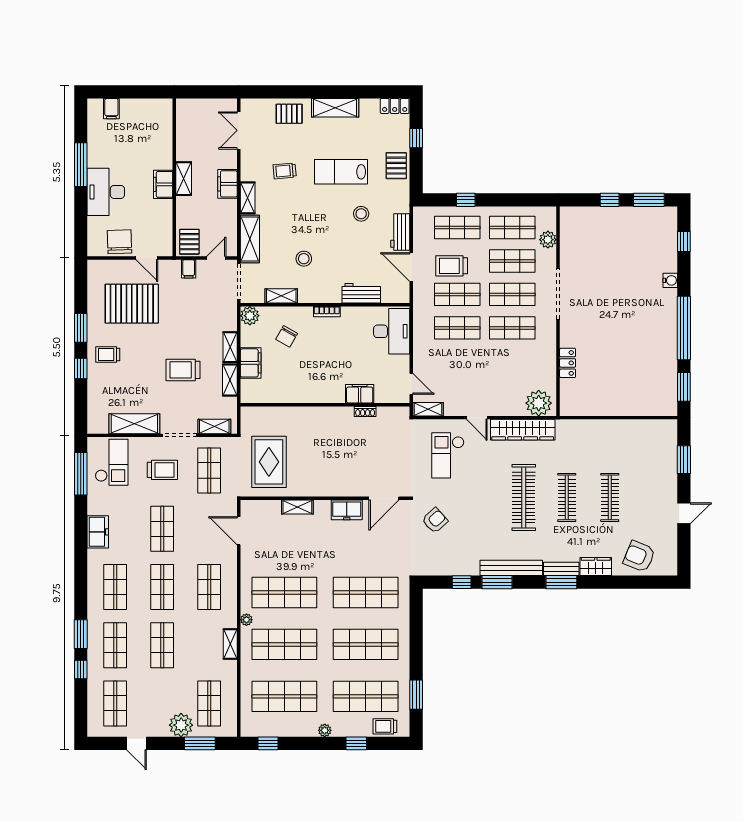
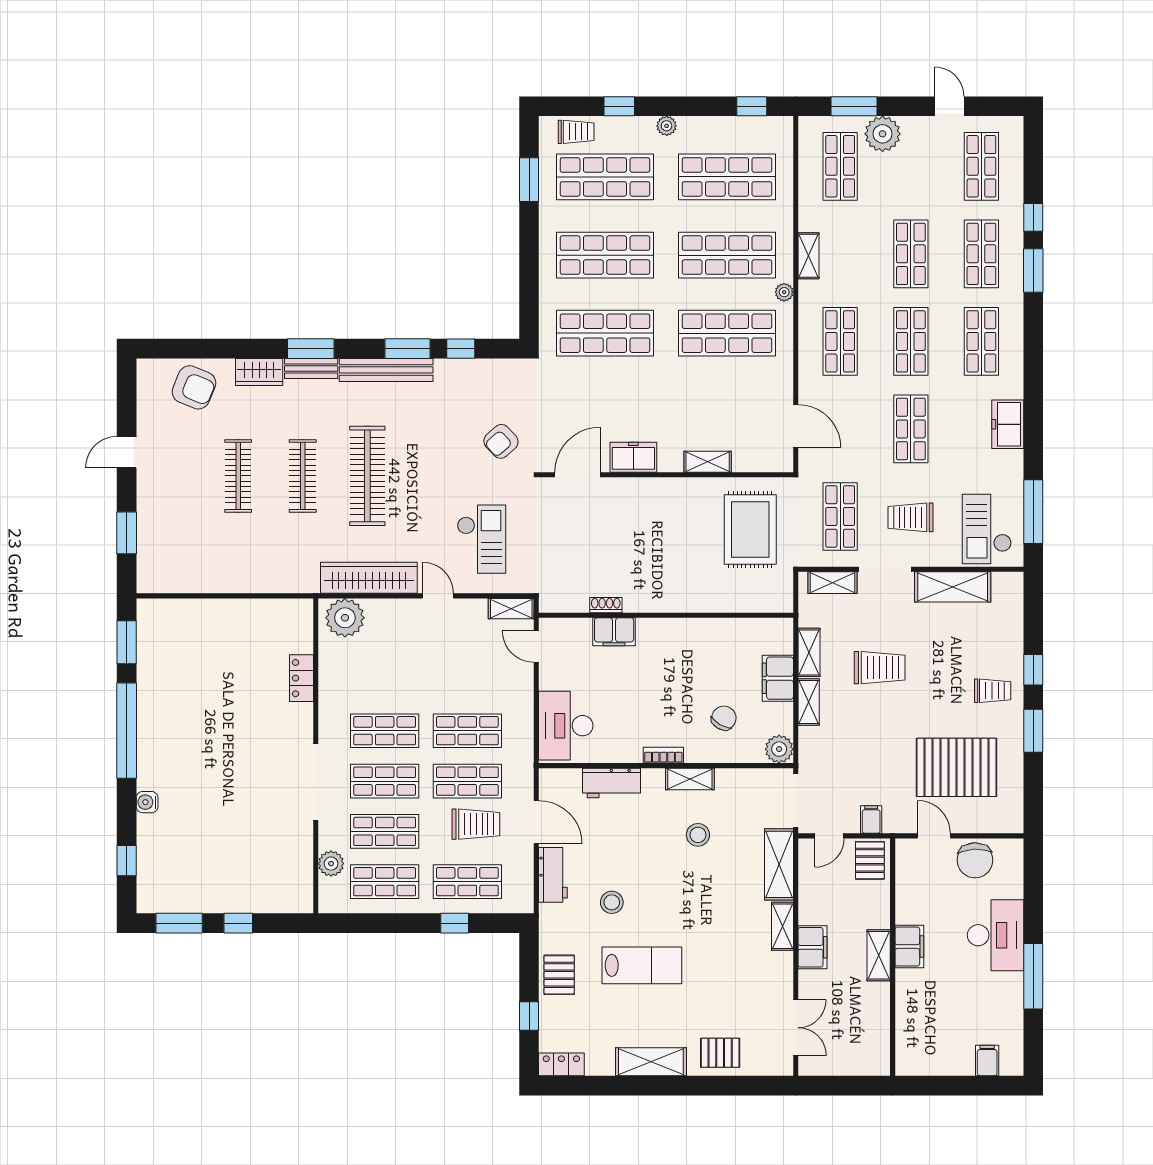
trolley: (285, 171) -> (727, 967), removed
shelving: (281, 296) -> (690, 779), moved

